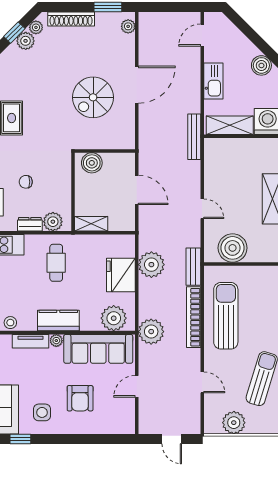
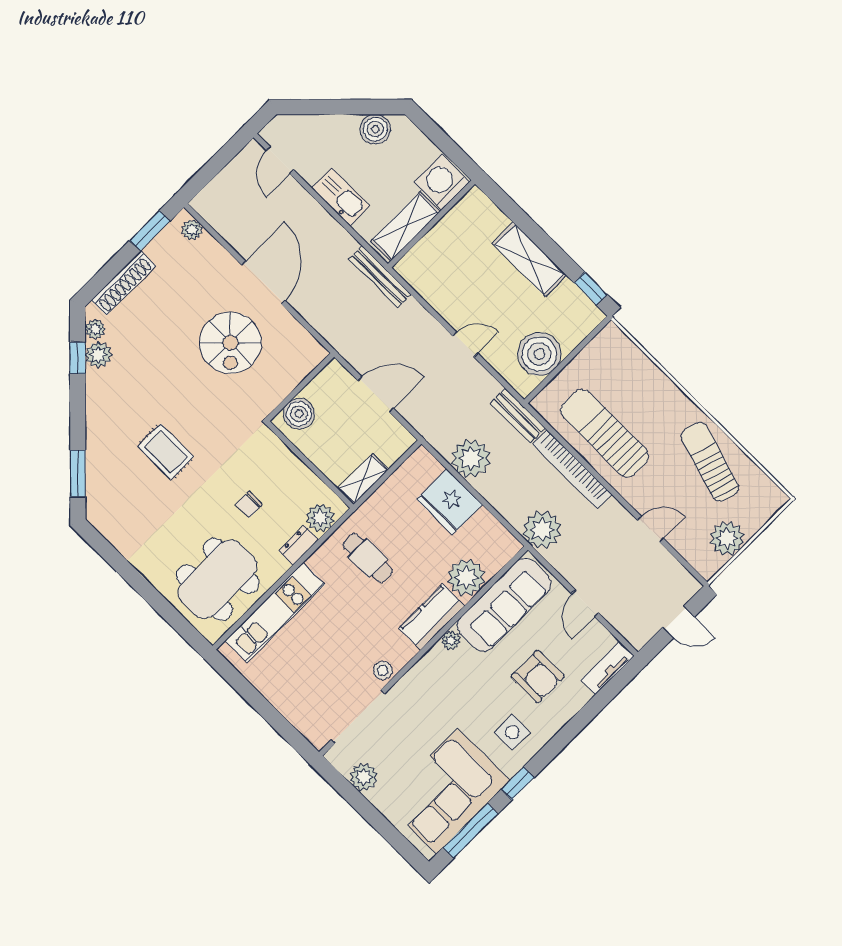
plant: (114, 318) -> (466, 577), moved
tv unit: (30, 341) -> (608, 668), moved, turned 180

